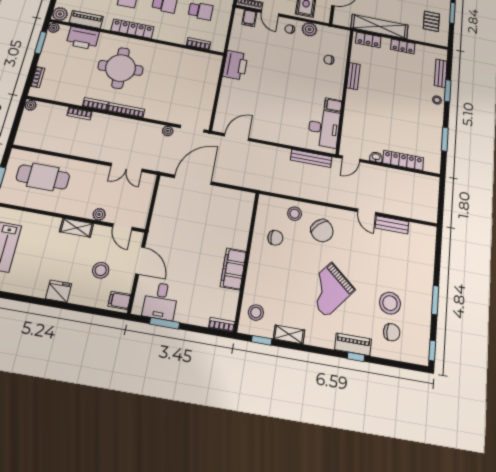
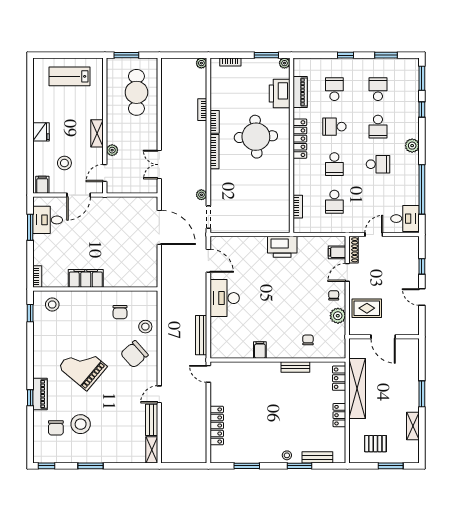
plant: (60, 14) -> (301, 65), removed
desk: (324, 128) -> (225, 298), moved, turned 90
washbasin: (376, 157) -> (215, 398), removed
shelving: (289, 334) -> (152, 450), moved

